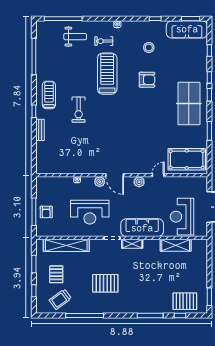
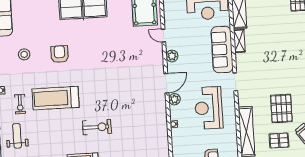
reception desk: (90, 212) -> (209, 108), turned 180
shelving: (132, 244) -> (239, 41), moved
pallet: (105, 283) -> (281, 108), moved

